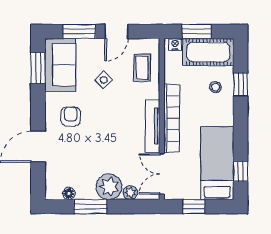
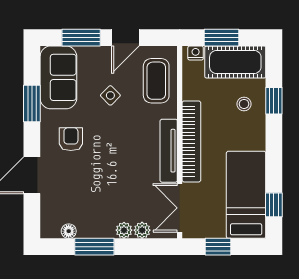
window: (38, 68) -> (32, 103), moved
coffee table: (142, 68) -> (156, 81), width x1.36, depth x1.30
plant: (109, 187) -> (124, 230), width x0.53, depth x0.53

